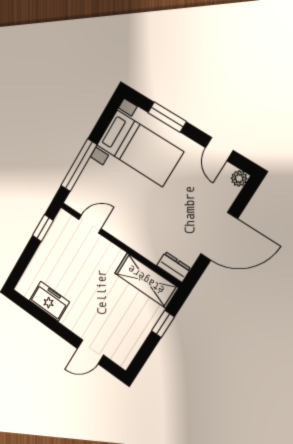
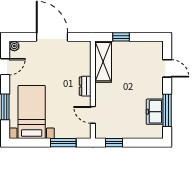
window: (79, 165) -> (63, 143), width x0.69
dresser: (174, 267) -> (85, 86), moved
window: (42, 317) -> (167, 110), added

